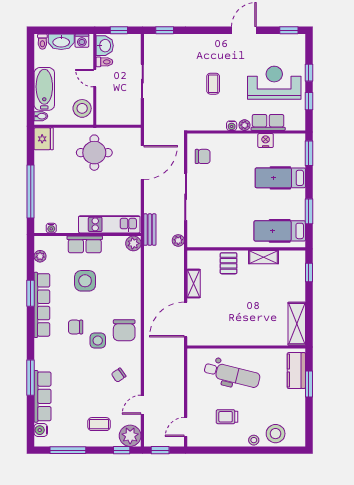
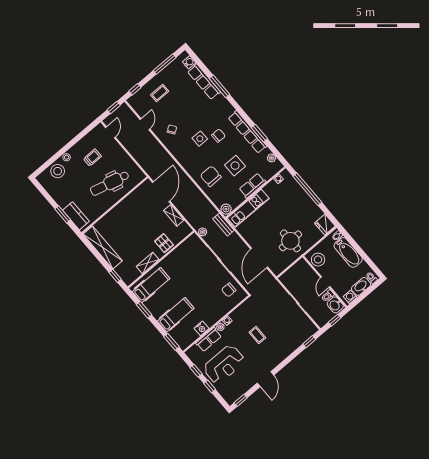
door: (95, 78) -> (325, 282), swing flipped
shelving: (297, 324) -> (103, 247), width x1.47
chair: (124, 330) -> (211, 176), moved
plant: (130, 436) -> (137, 101), removed

